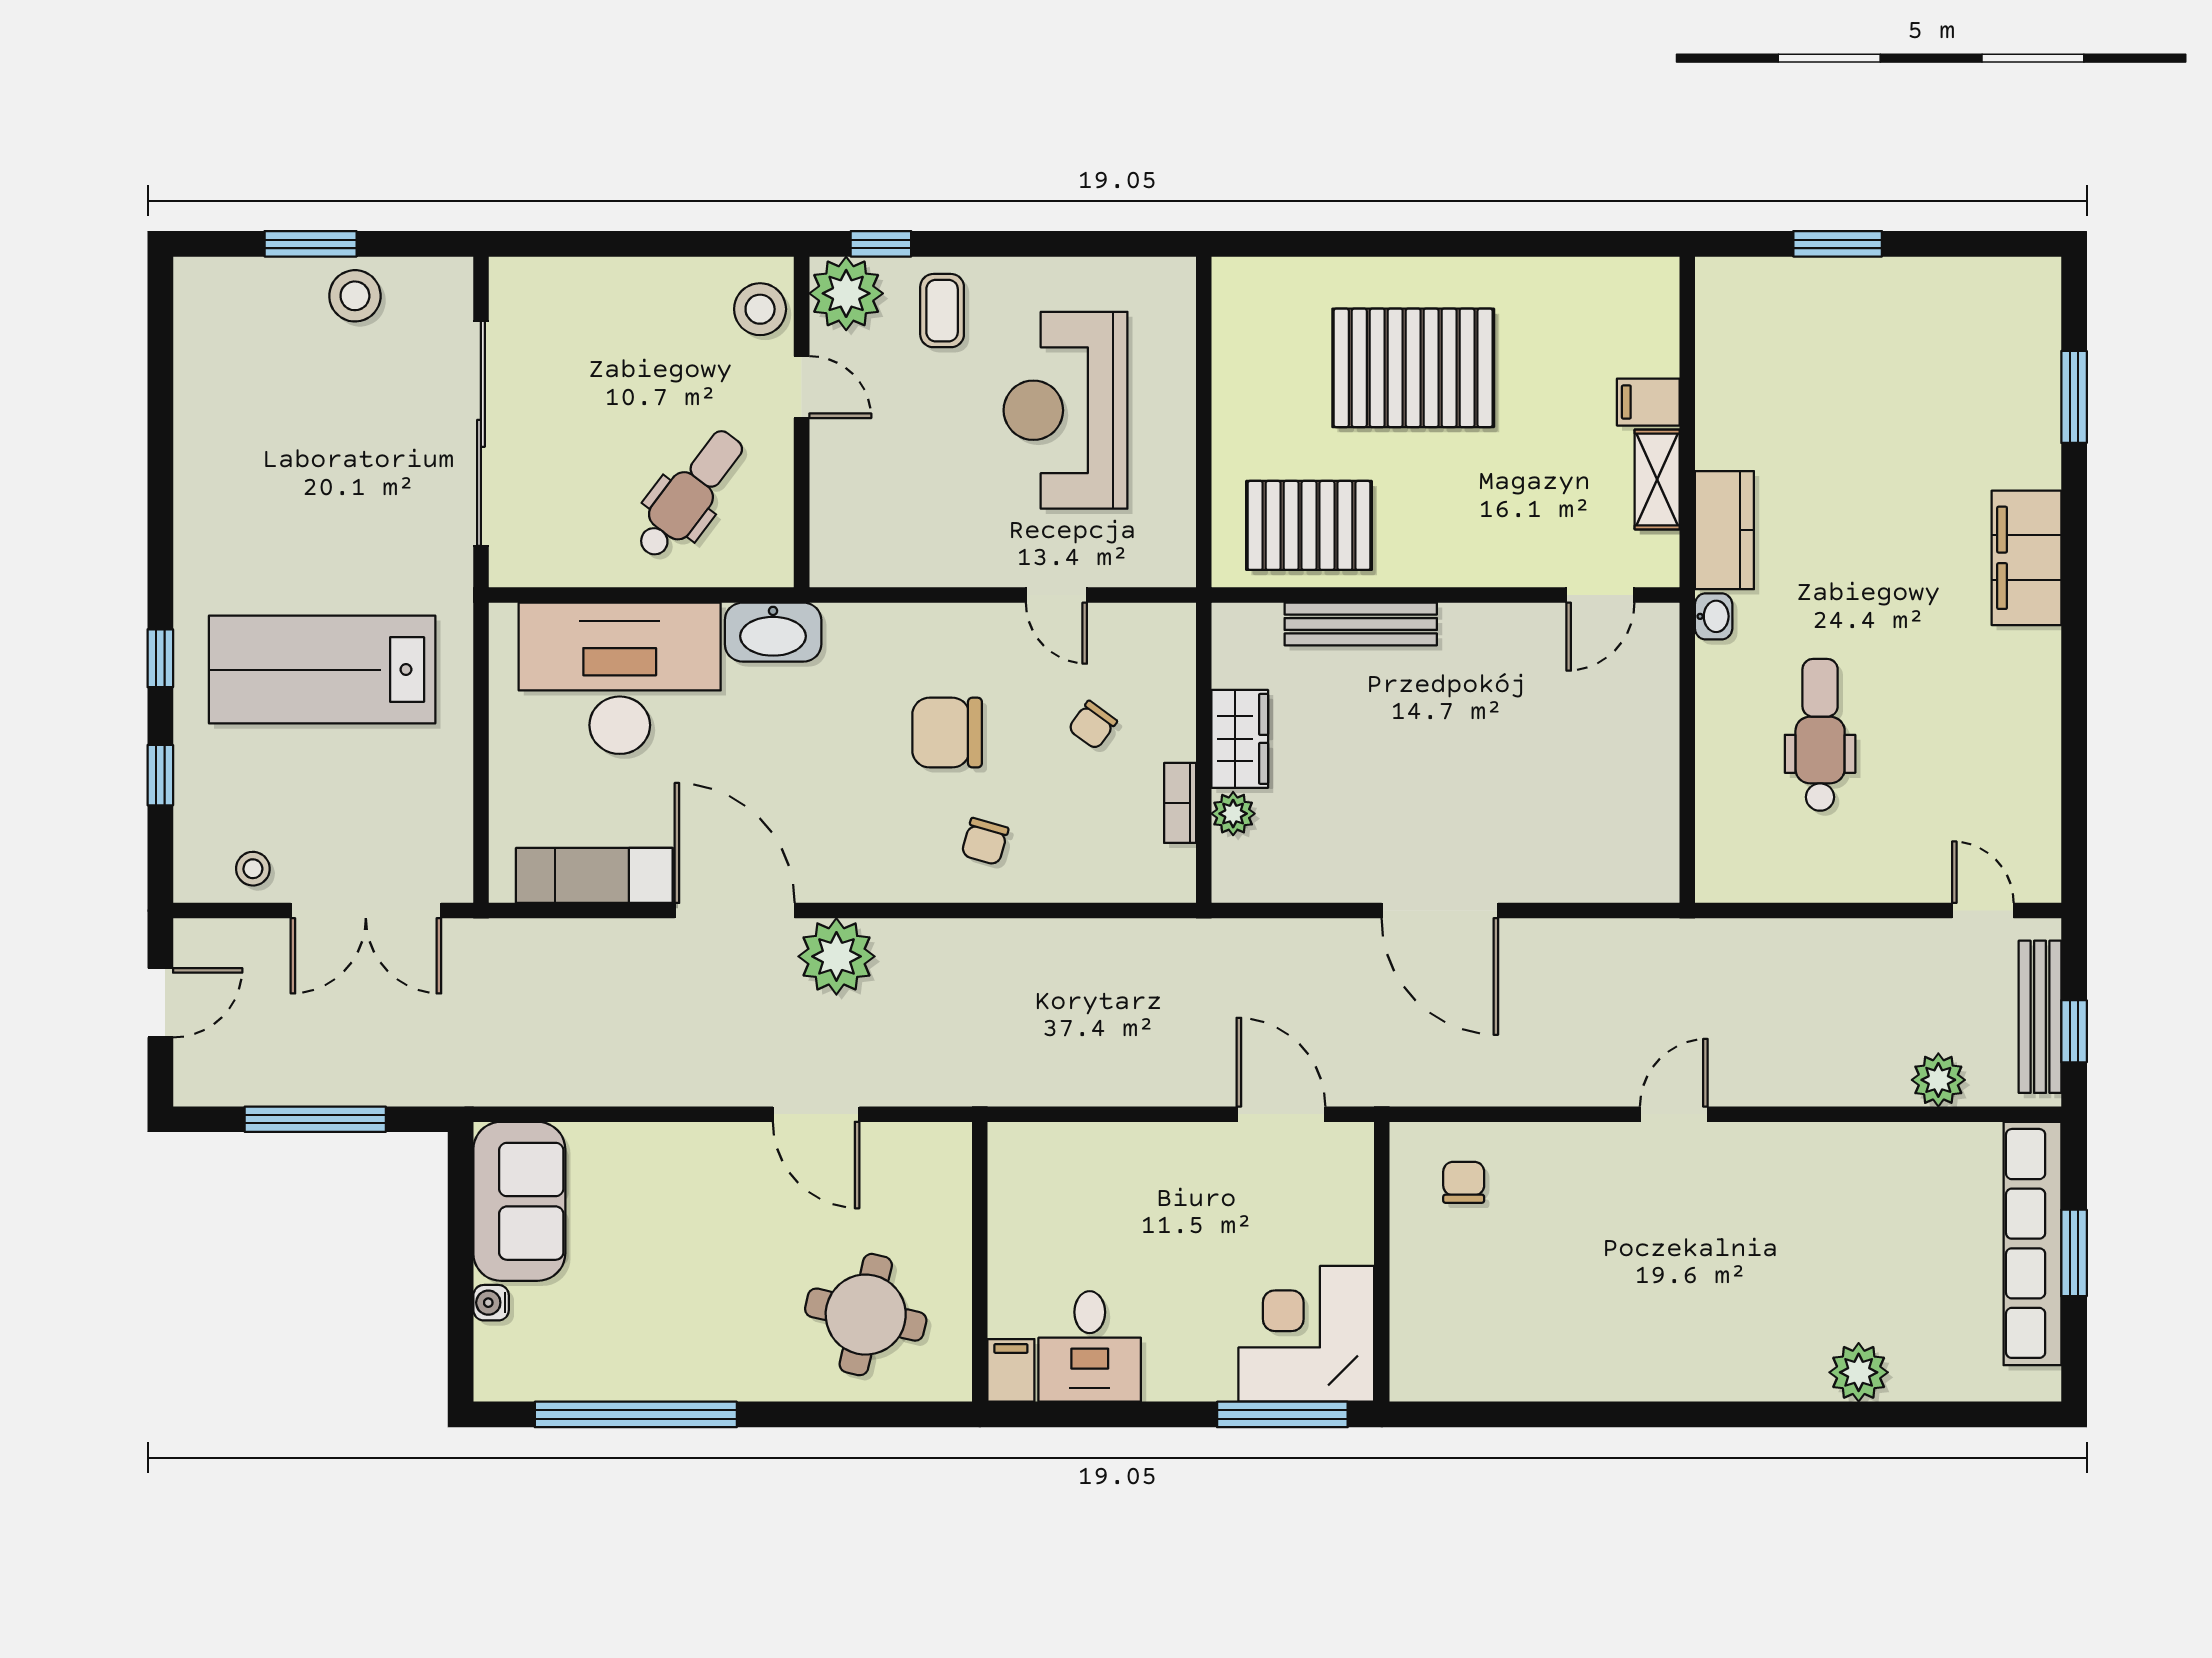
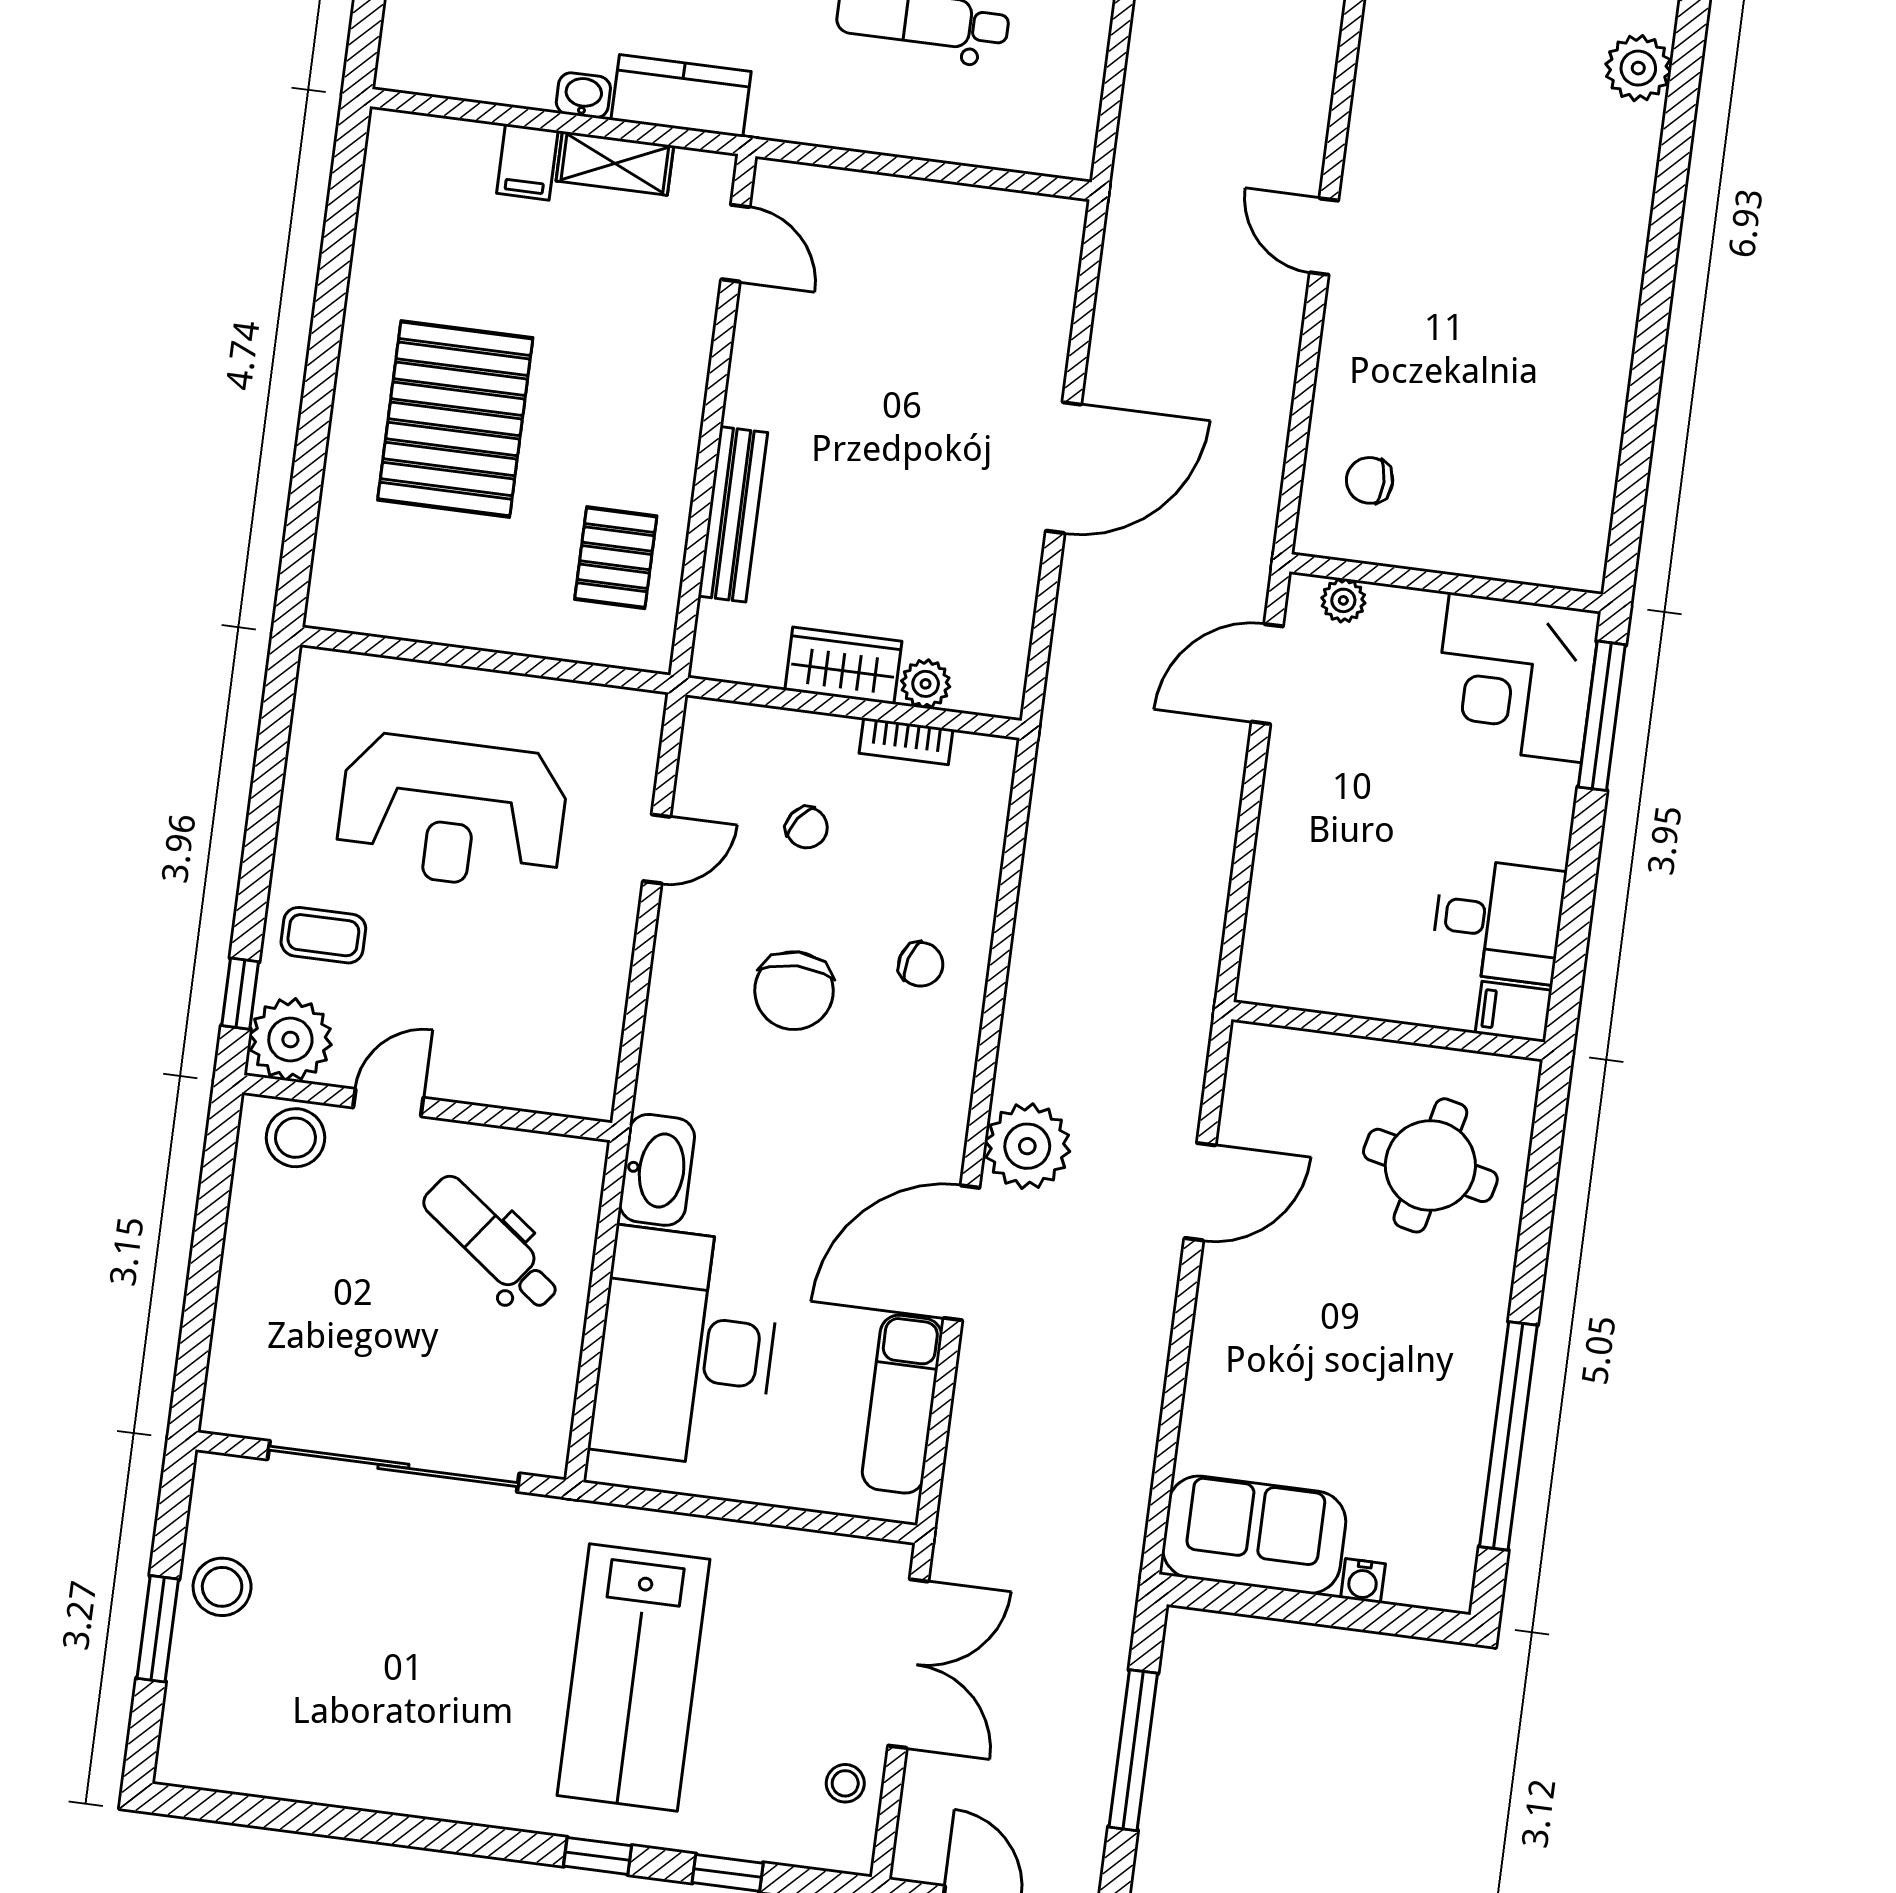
pallet: (1309, 525) -> (616, 558), width x0.67, depth x0.71
washbasin: (1714, 616) -> (583, 95), moved
plant: (1355, 1173) -> (1343, 600), added

